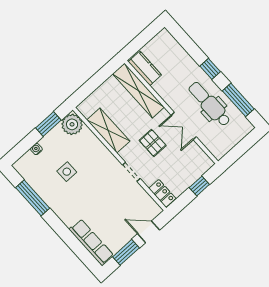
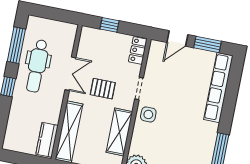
pallet: (153, 143) -> (103, 89), turned 90
side table: (67, 172) -> (148, 114), moved
door: (149, 232) -> (177, 38), hinge flipped
row of seats: (91, 242) -> (218, 88), width x1.36

